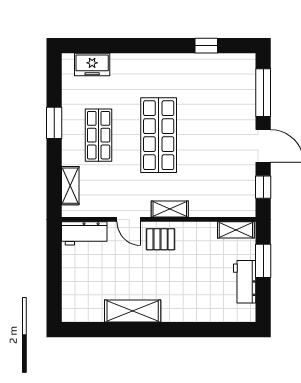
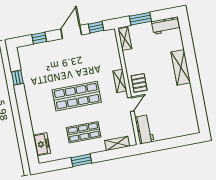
window: (263, 93) -> (39, 38), width x0.46
workbench: (245, 282) -> (166, 26), moved
shelving: (133, 311) -> (181, 67), moved

